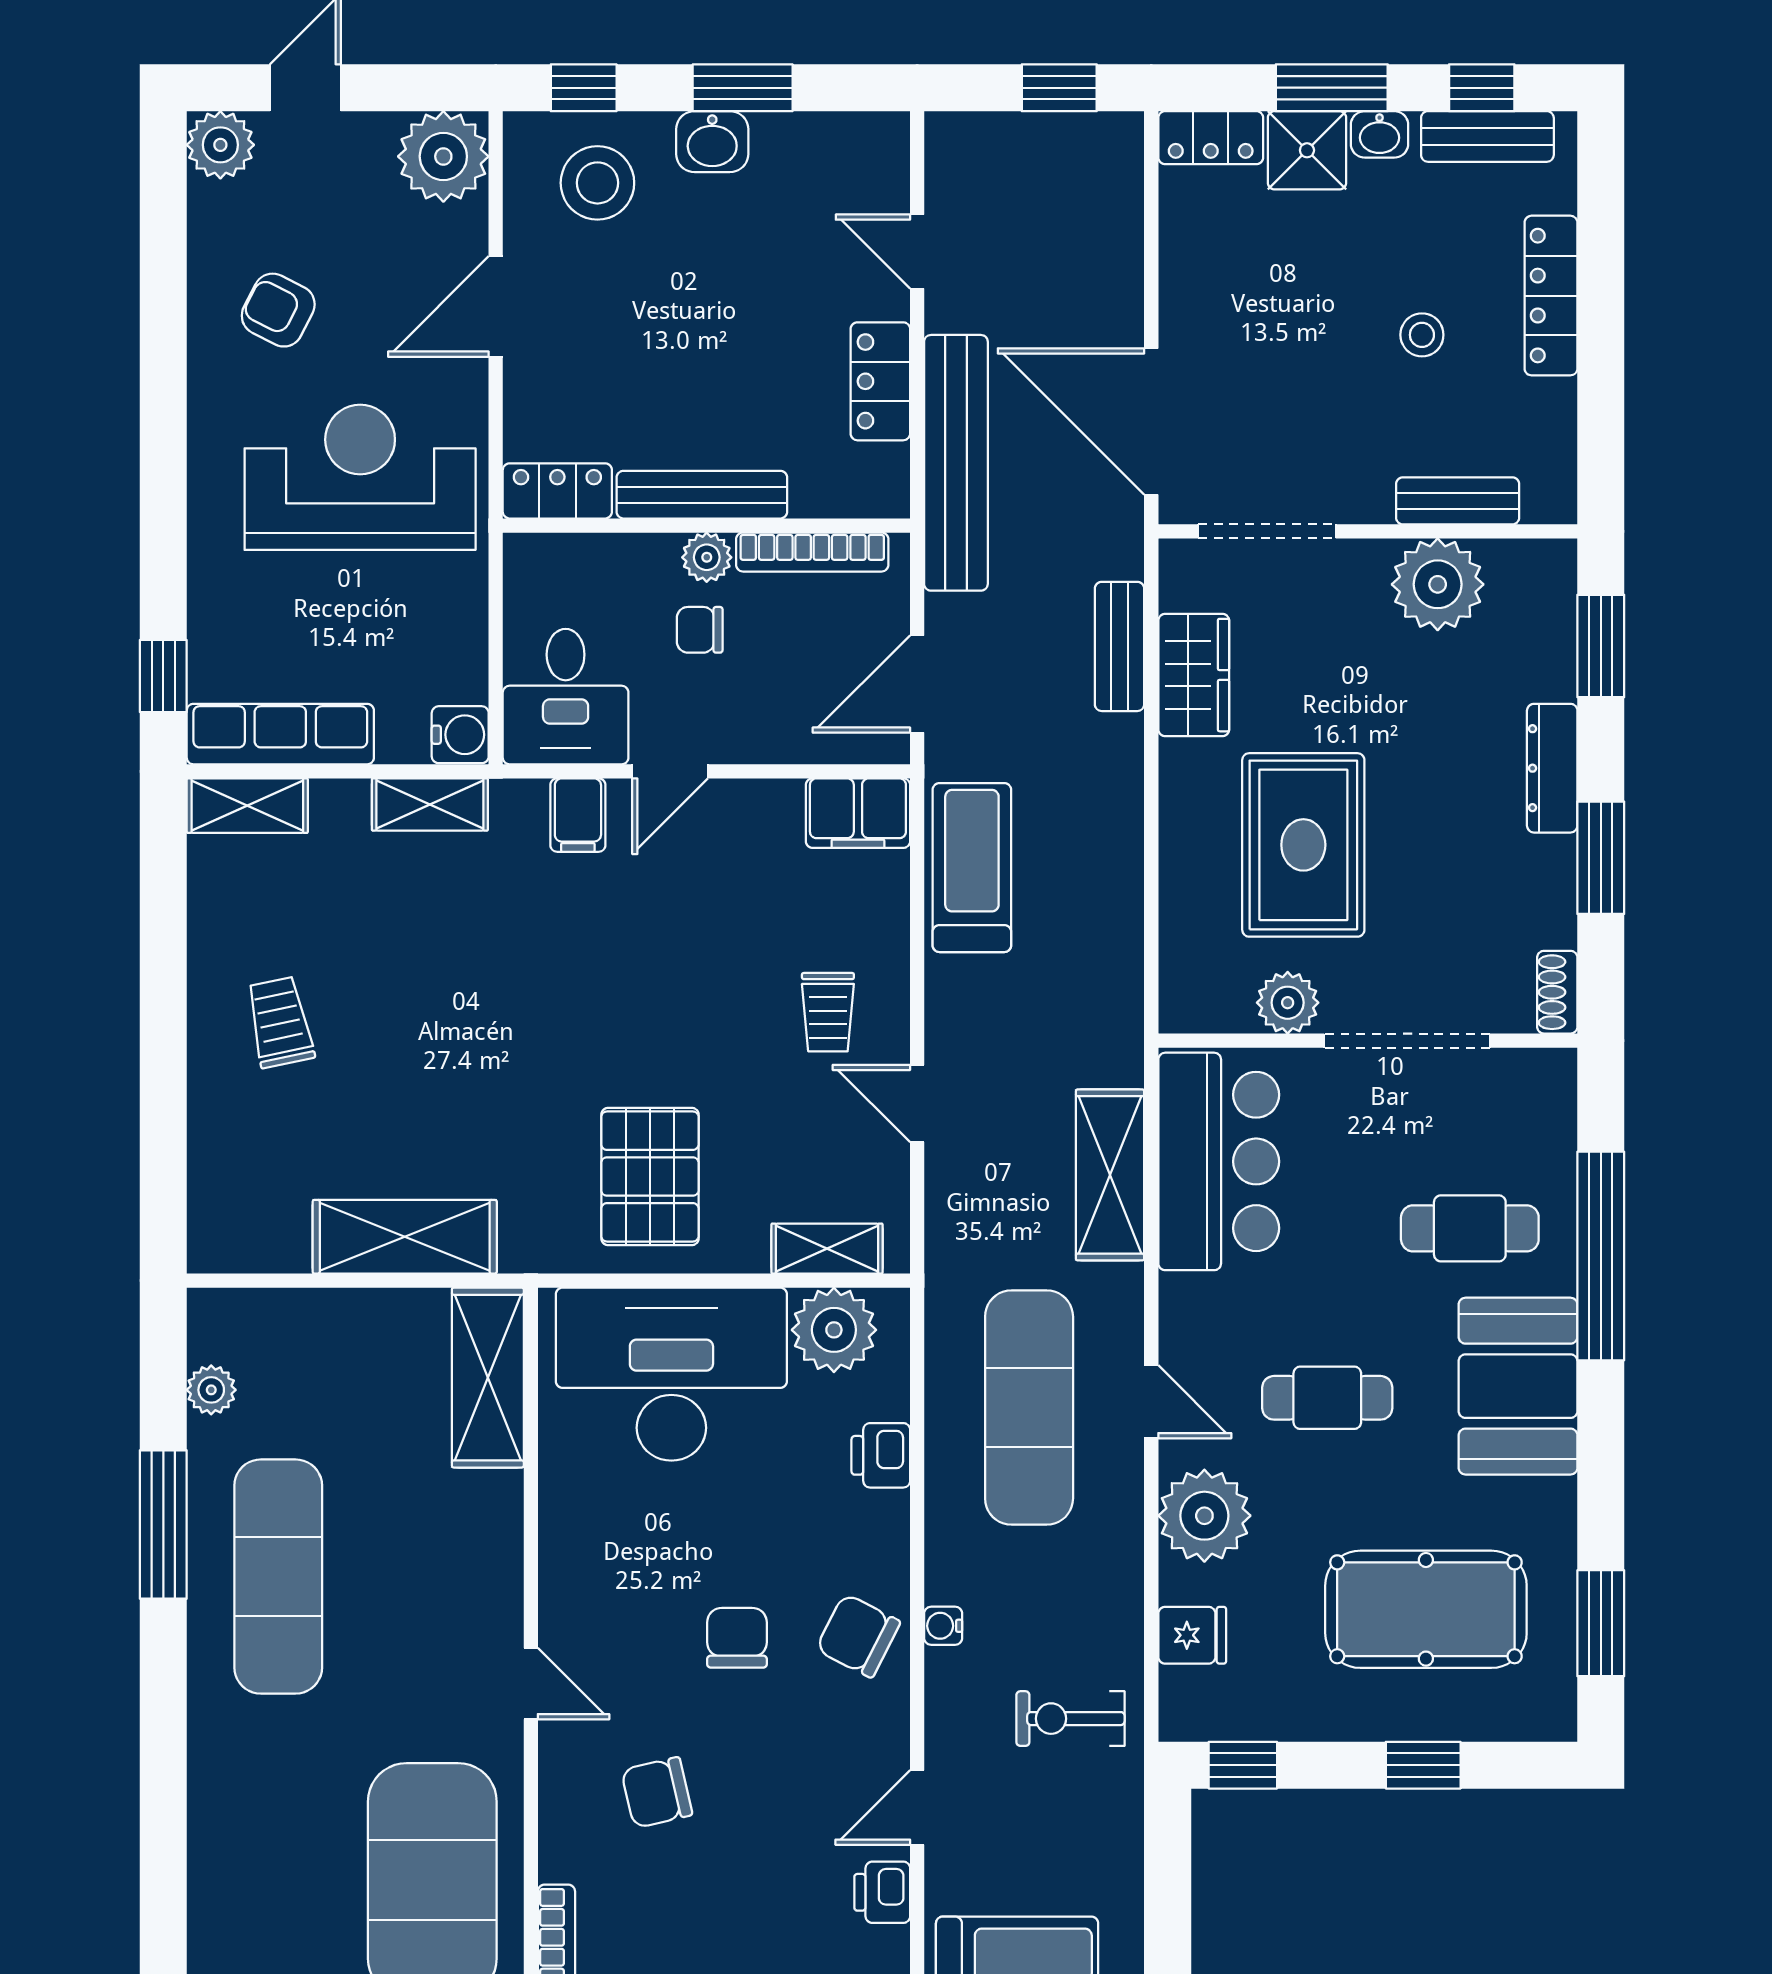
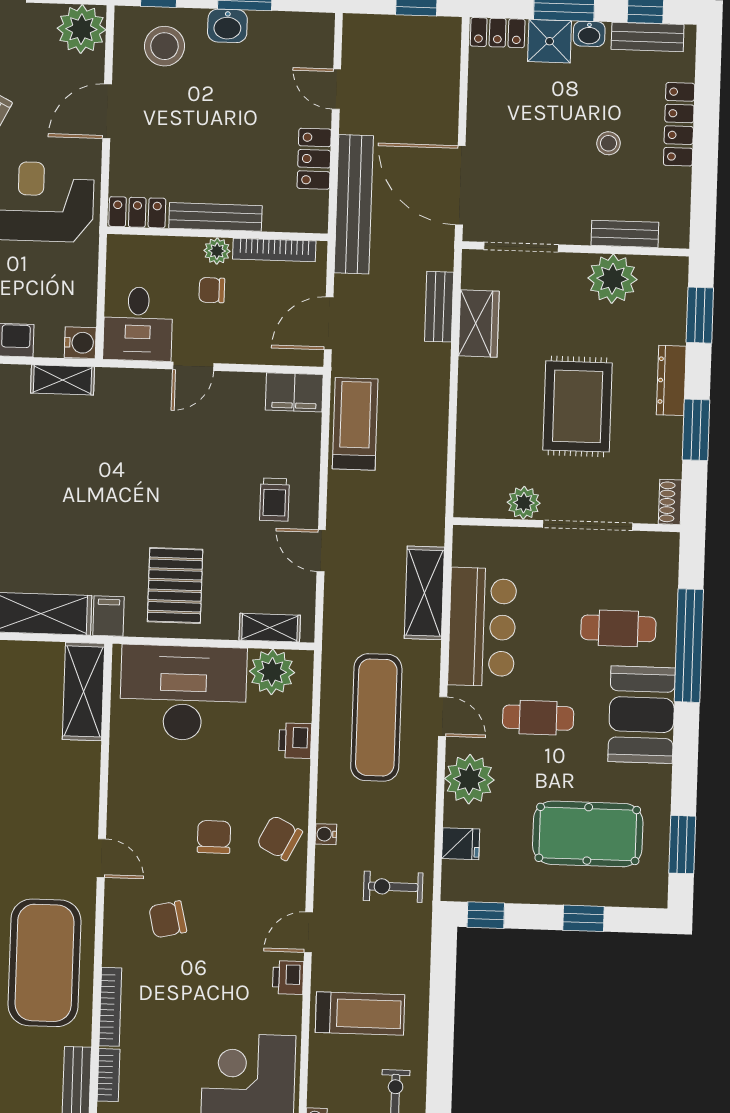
filing cabinet: (578, 815) -> (109, 616), moved, turned 180
rug: (1303, 845) -> (578, 406), moved
bar counter: (1219, 1161) -> (482, 627), moved

